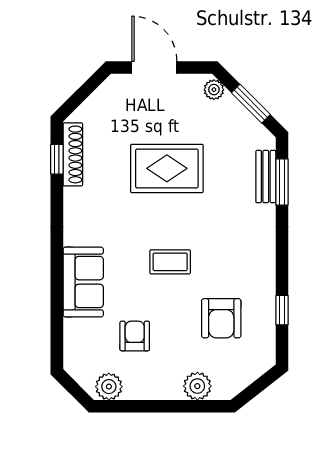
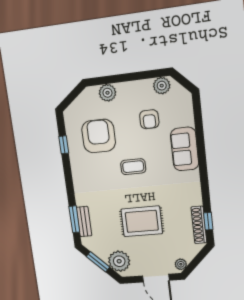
plant: (110, 89) -> (181, 264), added
plant: (214, 90) -> (119, 261), width x1.87, depth x1.87
armchair: (221, 318) -> (99, 136), width x1.36, depth x1.36

